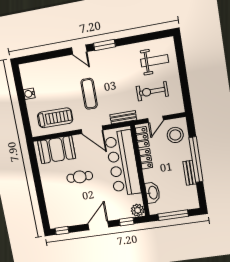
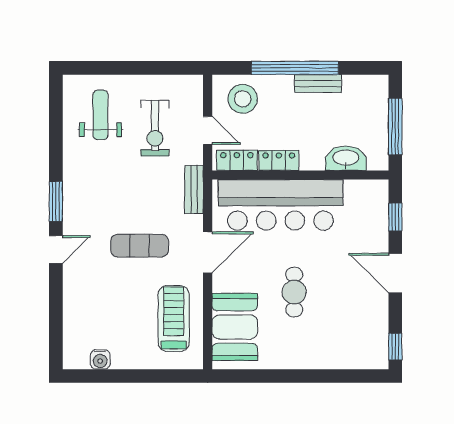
water cooler: (29, 94) -> (100, 359), moved
plant: (138, 210) -> (376, 192), removed

